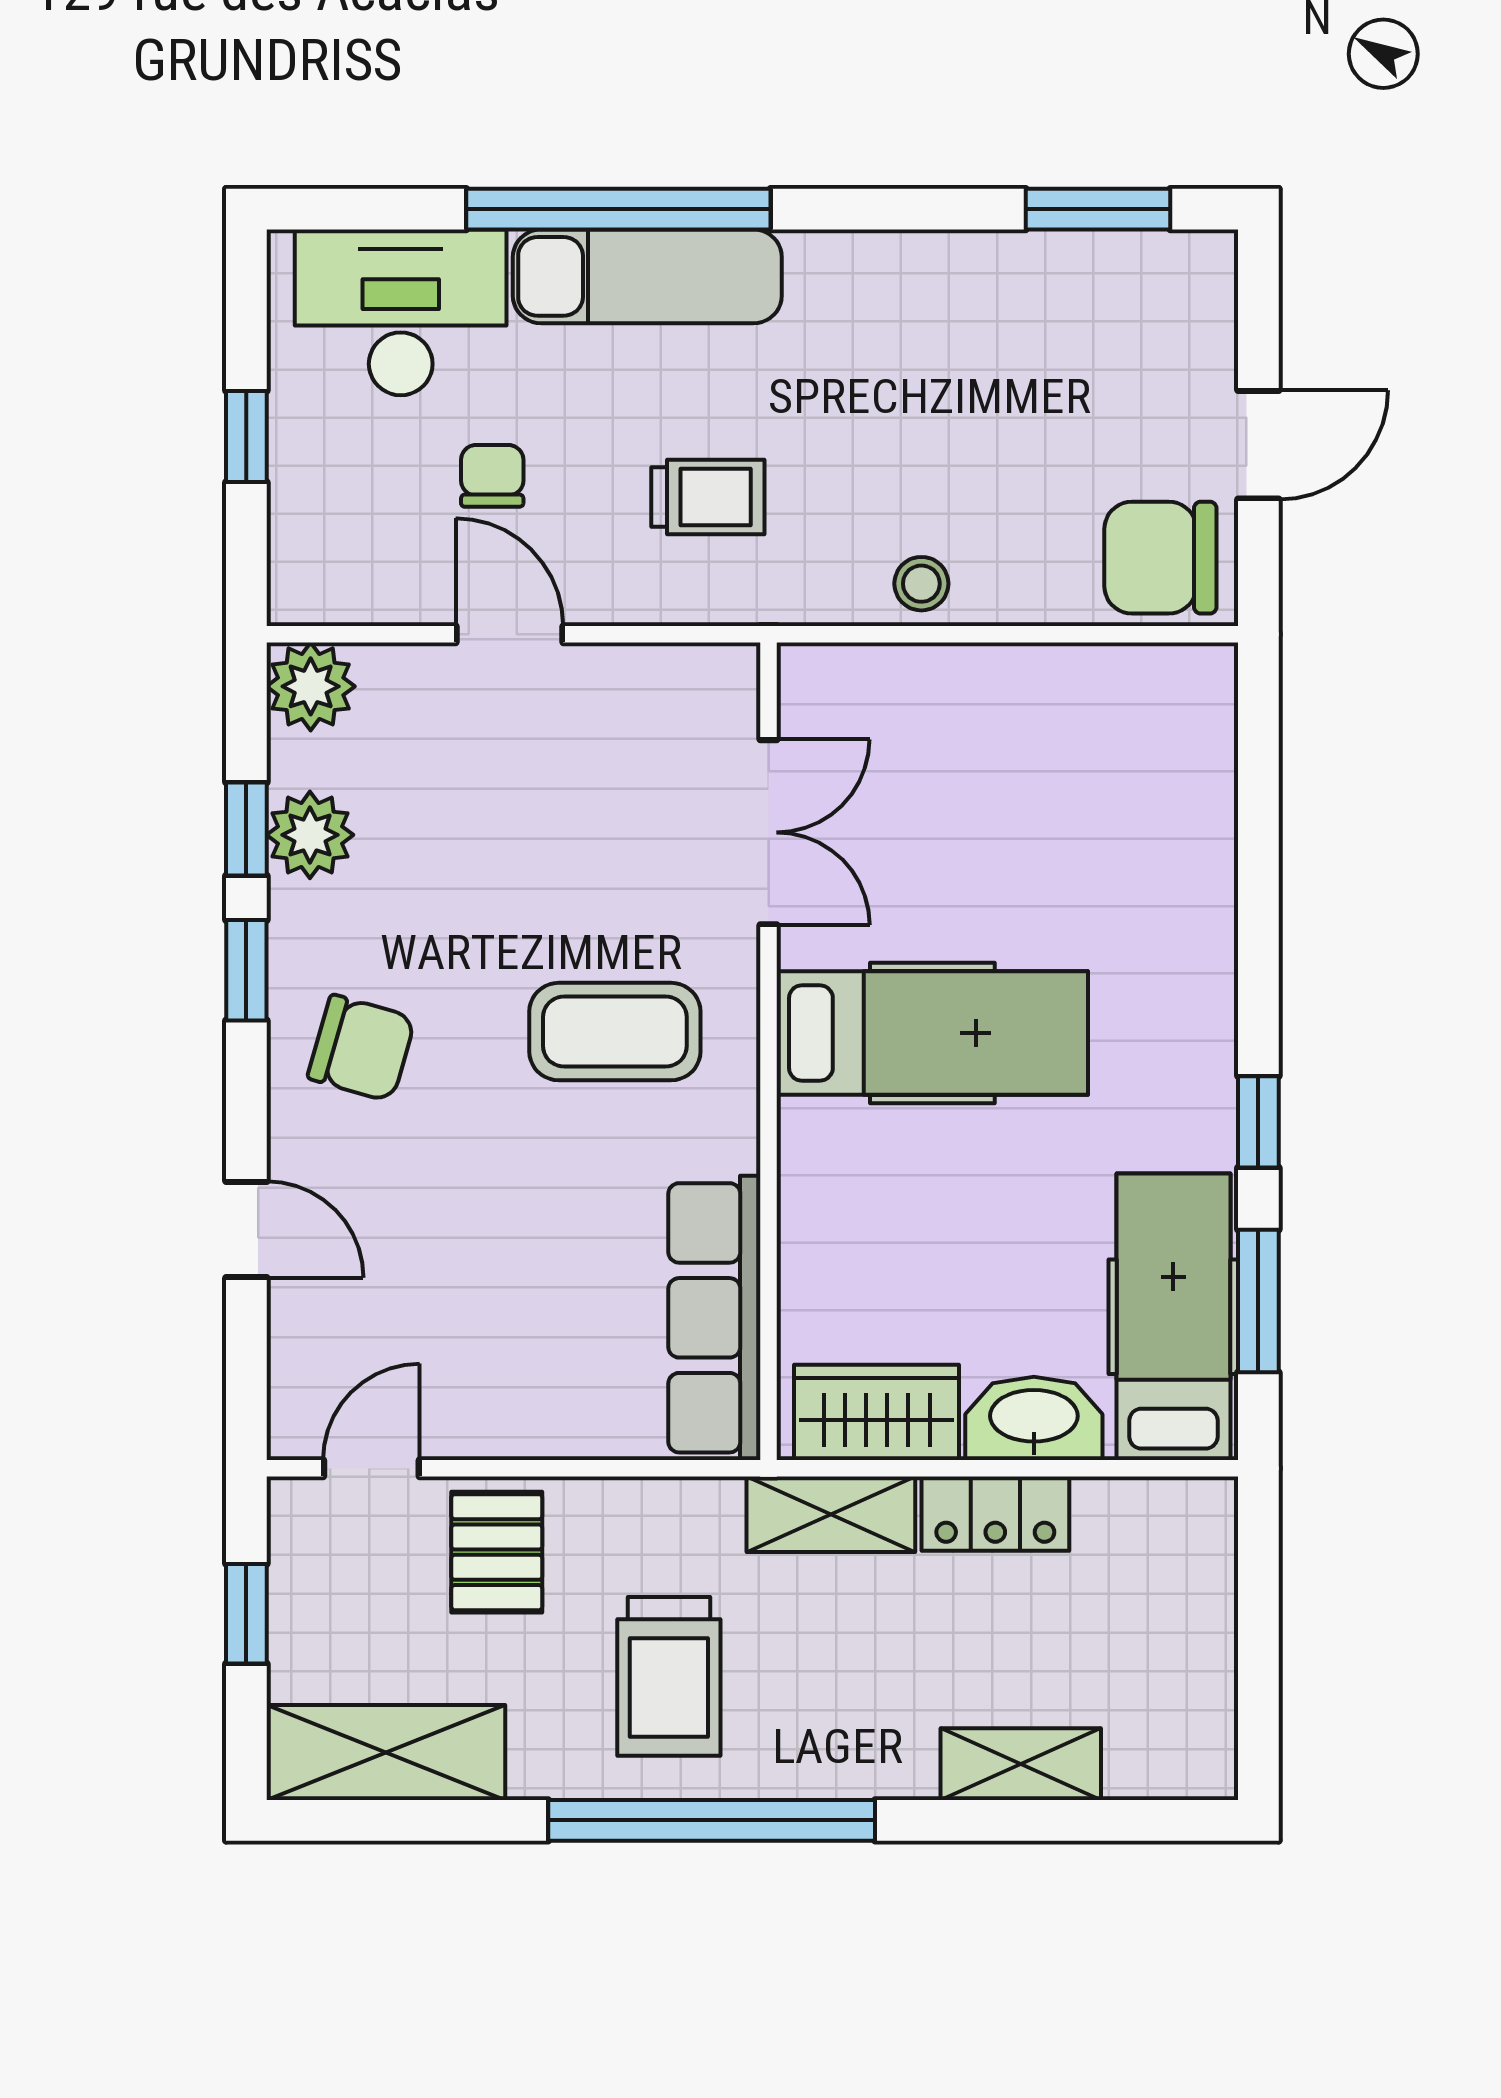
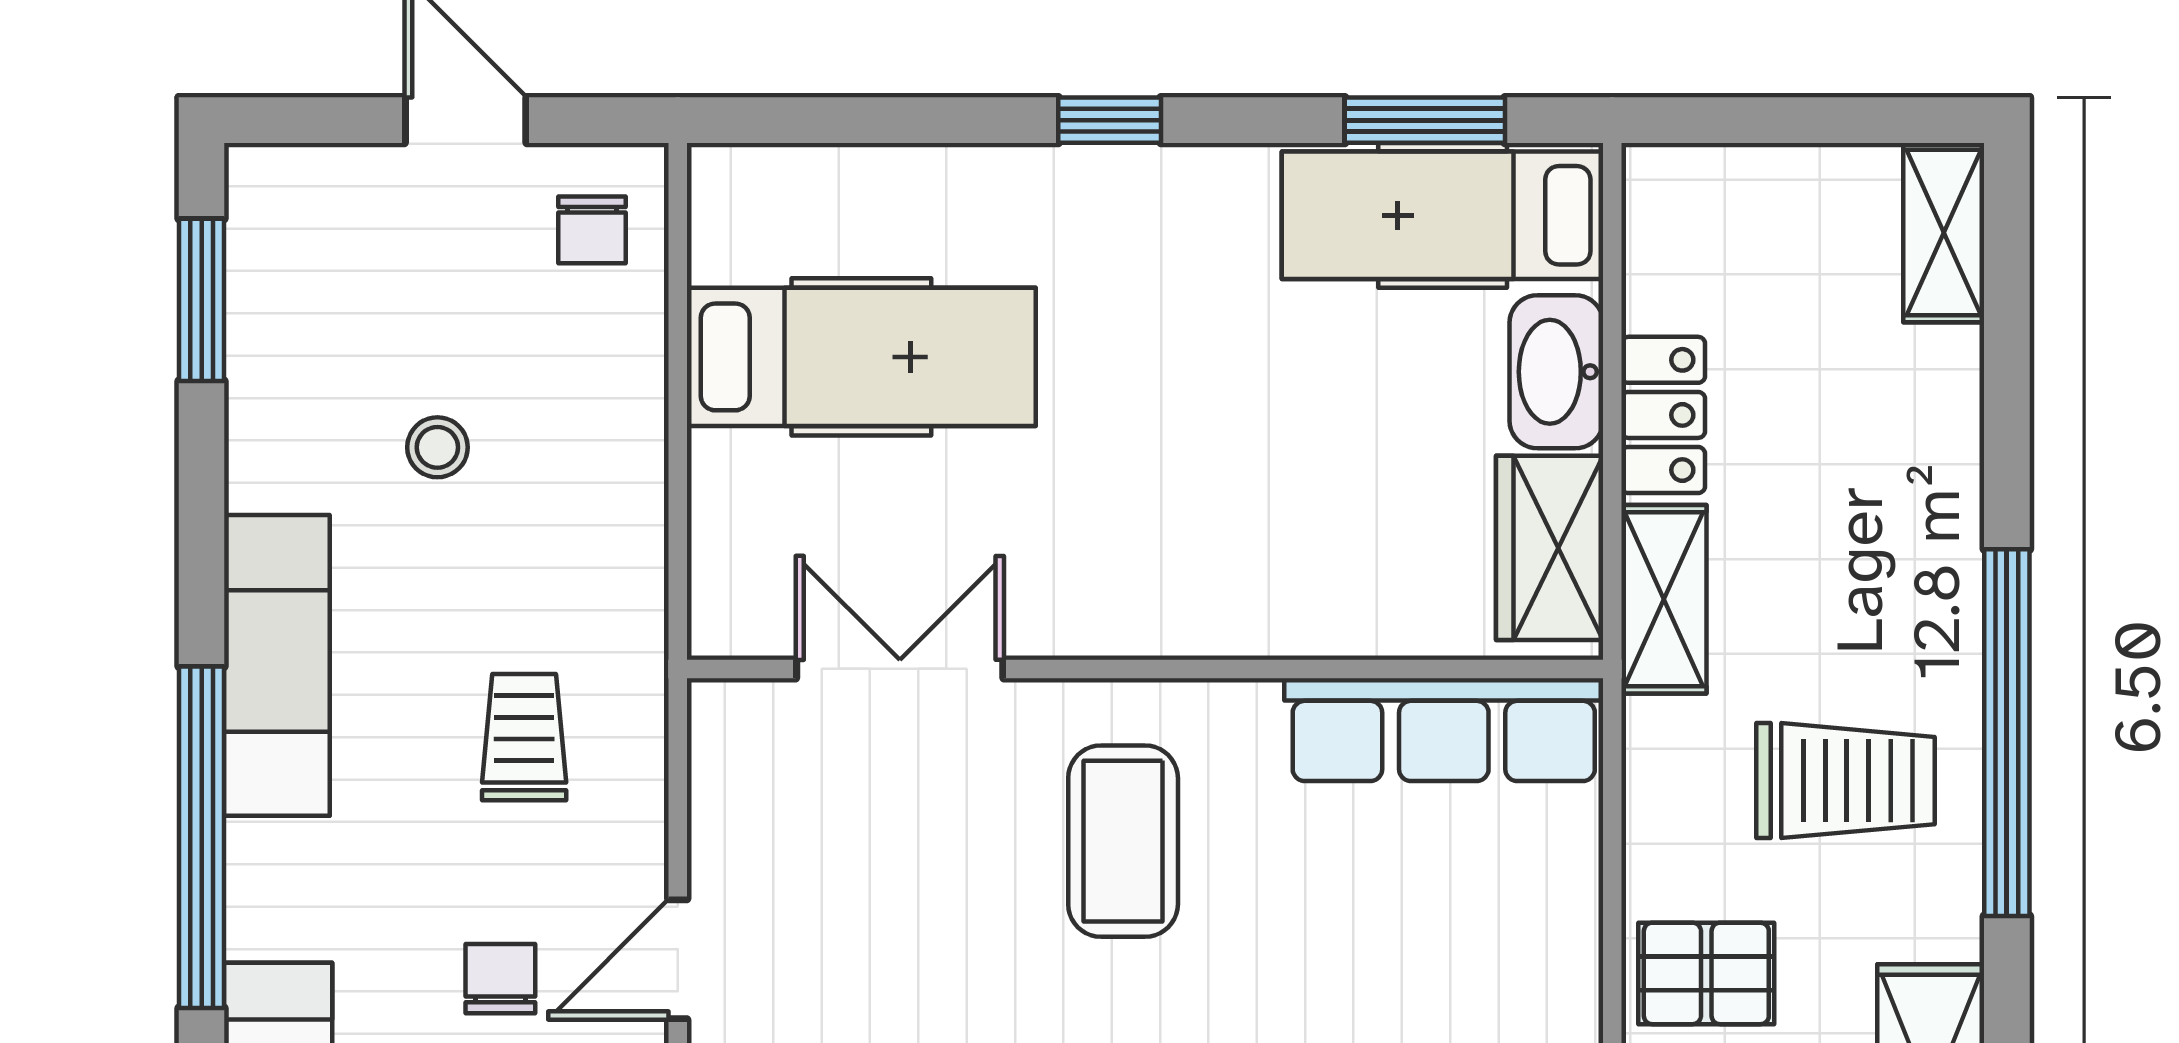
exam couch: (647, 276) -> (277, 665), moved
chair: (492, 476) -> (500, 979), turned 90
chair: (1160, 558) -> (592, 230), width x0.54, depth x0.54
stool: (921, 584) -> (437, 447), moved
hospital bed: (932, 1033) -> (861, 357), moved, turned 90
window: (1258, 1122) -> (1110, 120), moved
shelving: (1021, 1764) -> (1944, 233), moved

